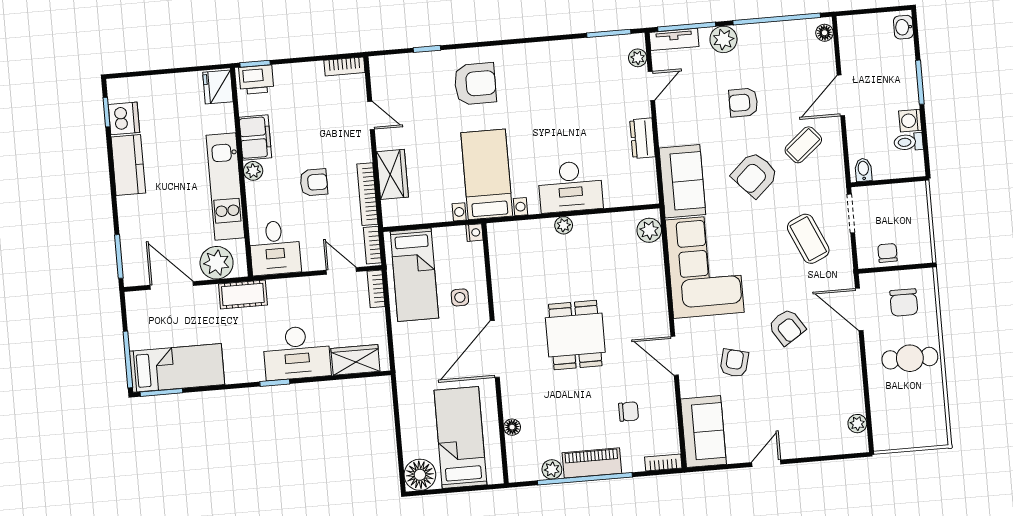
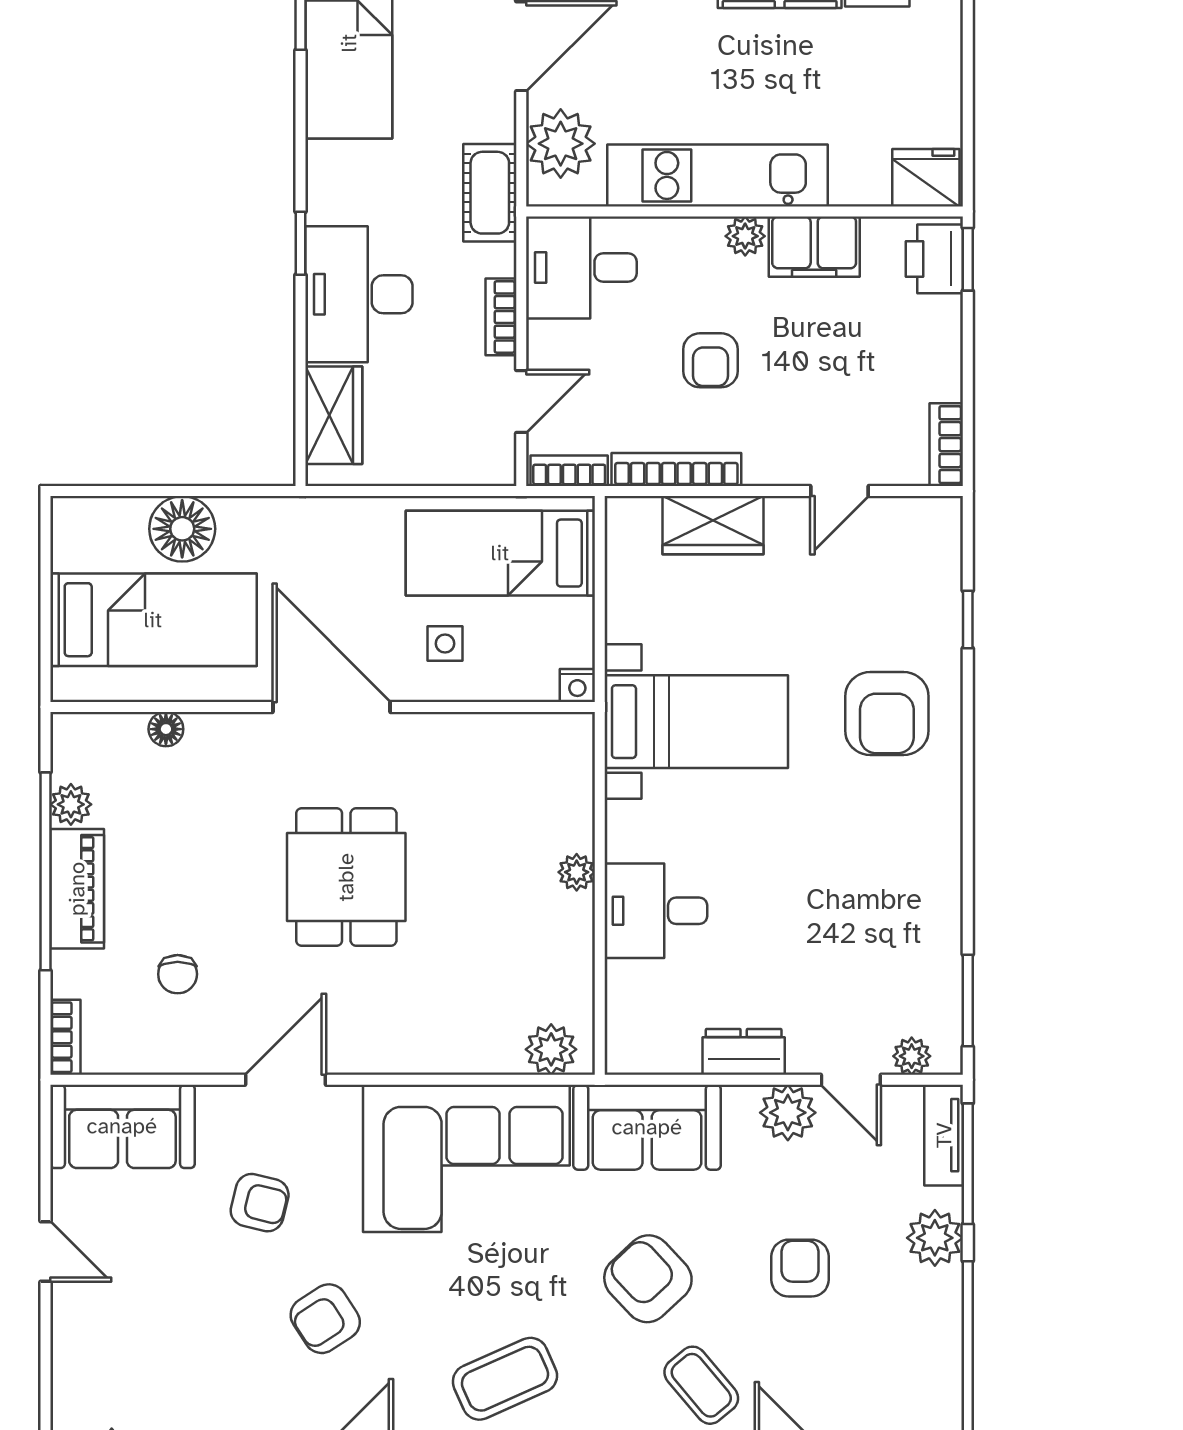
plant: (670, 115) -> (788, 1113), added
desk: (570, 187) -> (656, 911), width x0.73
bookcase: (376, 289) -> (501, 317), moved, turned -90
dining table: (575, 335) -> (346, 877), turned 90
floor lamp: (420, 475) -> (182, 529), moved

